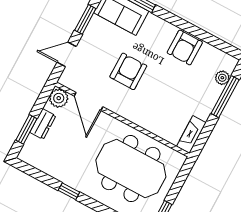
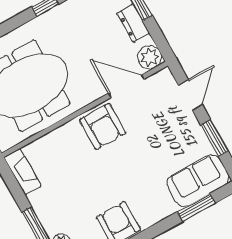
armchair: (128, 71) -> (102, 126), moved

